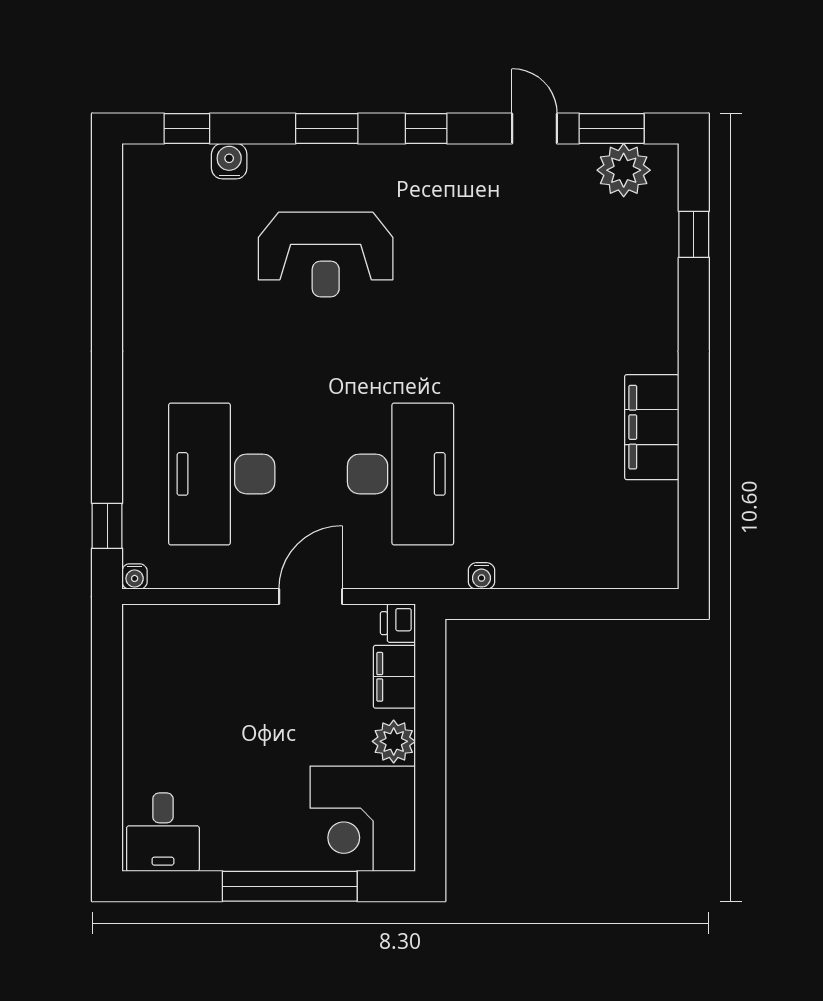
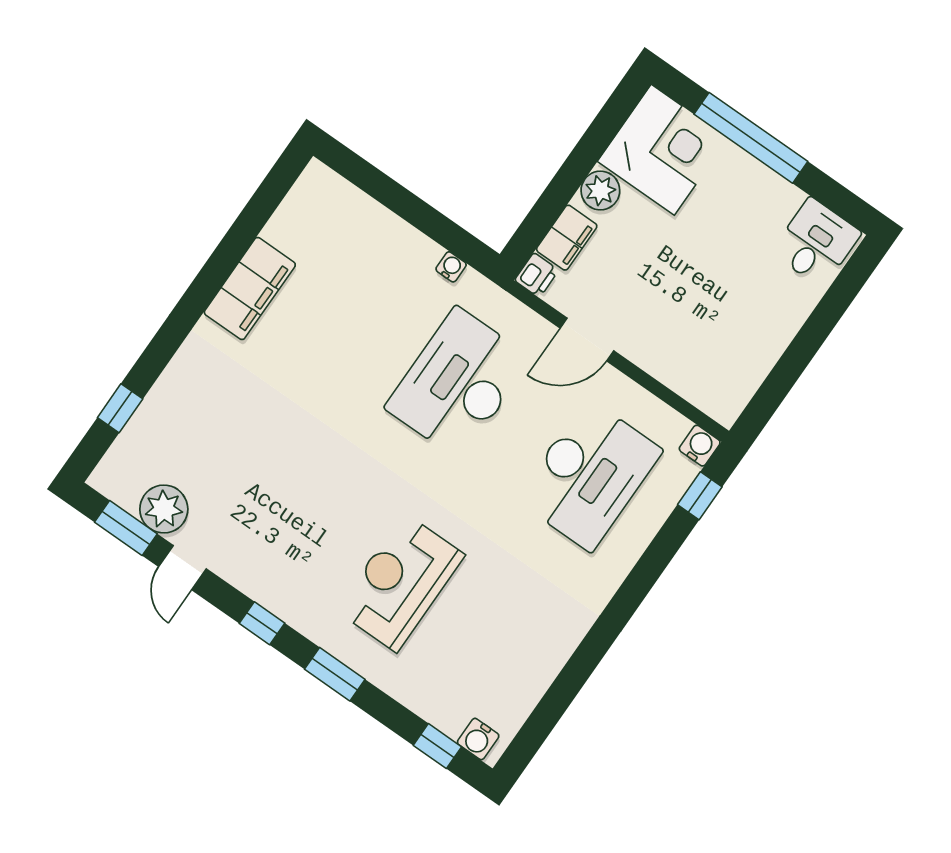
water cooler: (229, 161) -> (478, 739), moved
plant: (624, 170) -> (164, 509), moved
reception desk: (326, 254) -> (400, 583), turned -90
water cooler: (135, 576) -> (700, 446), width x1.38, depth x1.38

